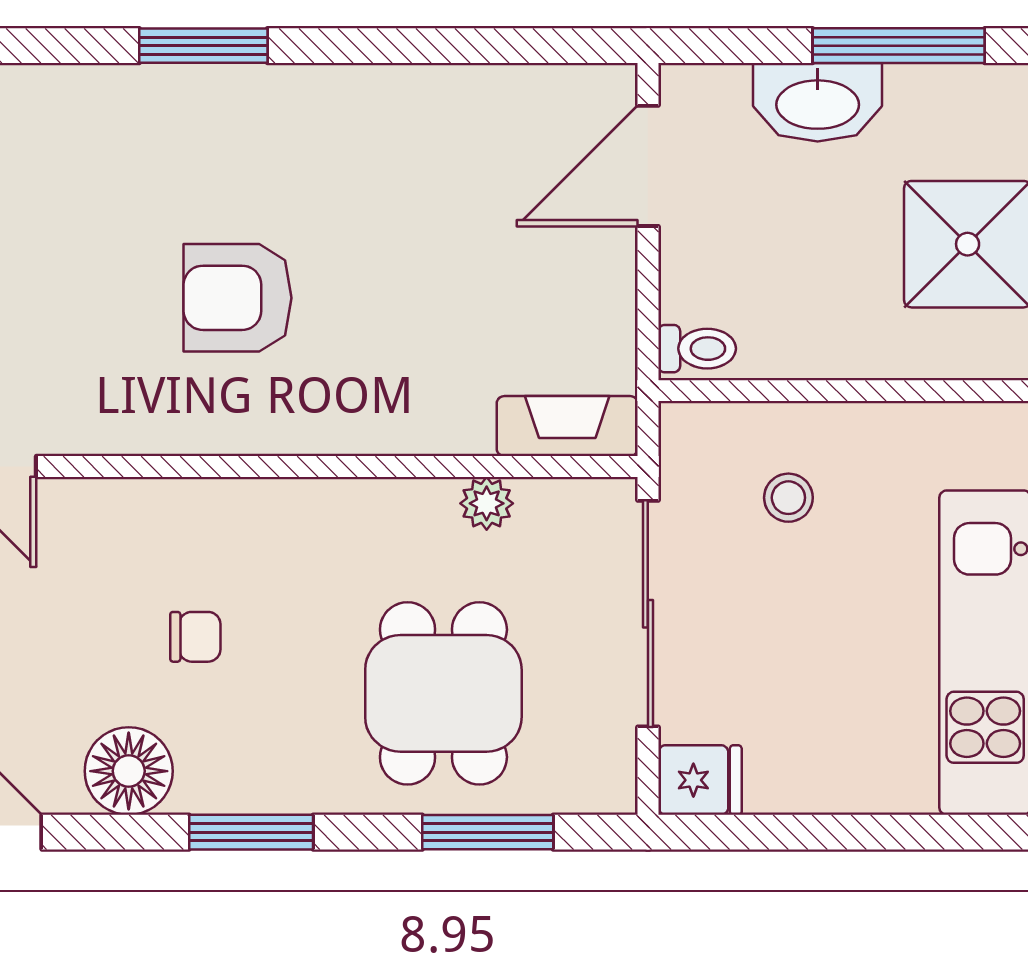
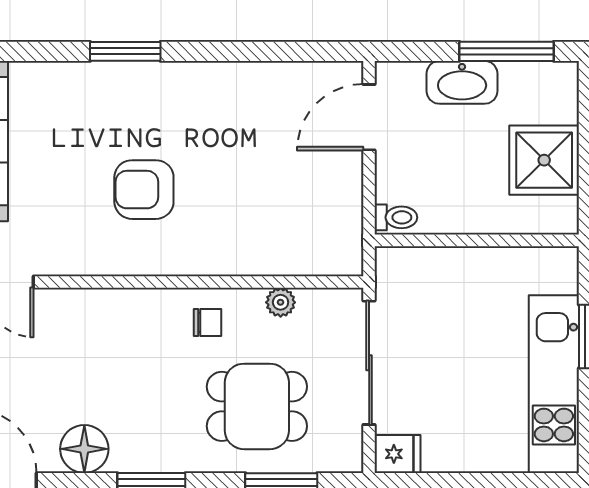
fireplace: (567, 426) -> (325, 260), removed
stool: (788, 498) -> (446, 299), removed
chair: (195, 637) -> (208, 322), moved
dining table: (443, 693) -> (257, 406), turned 90

